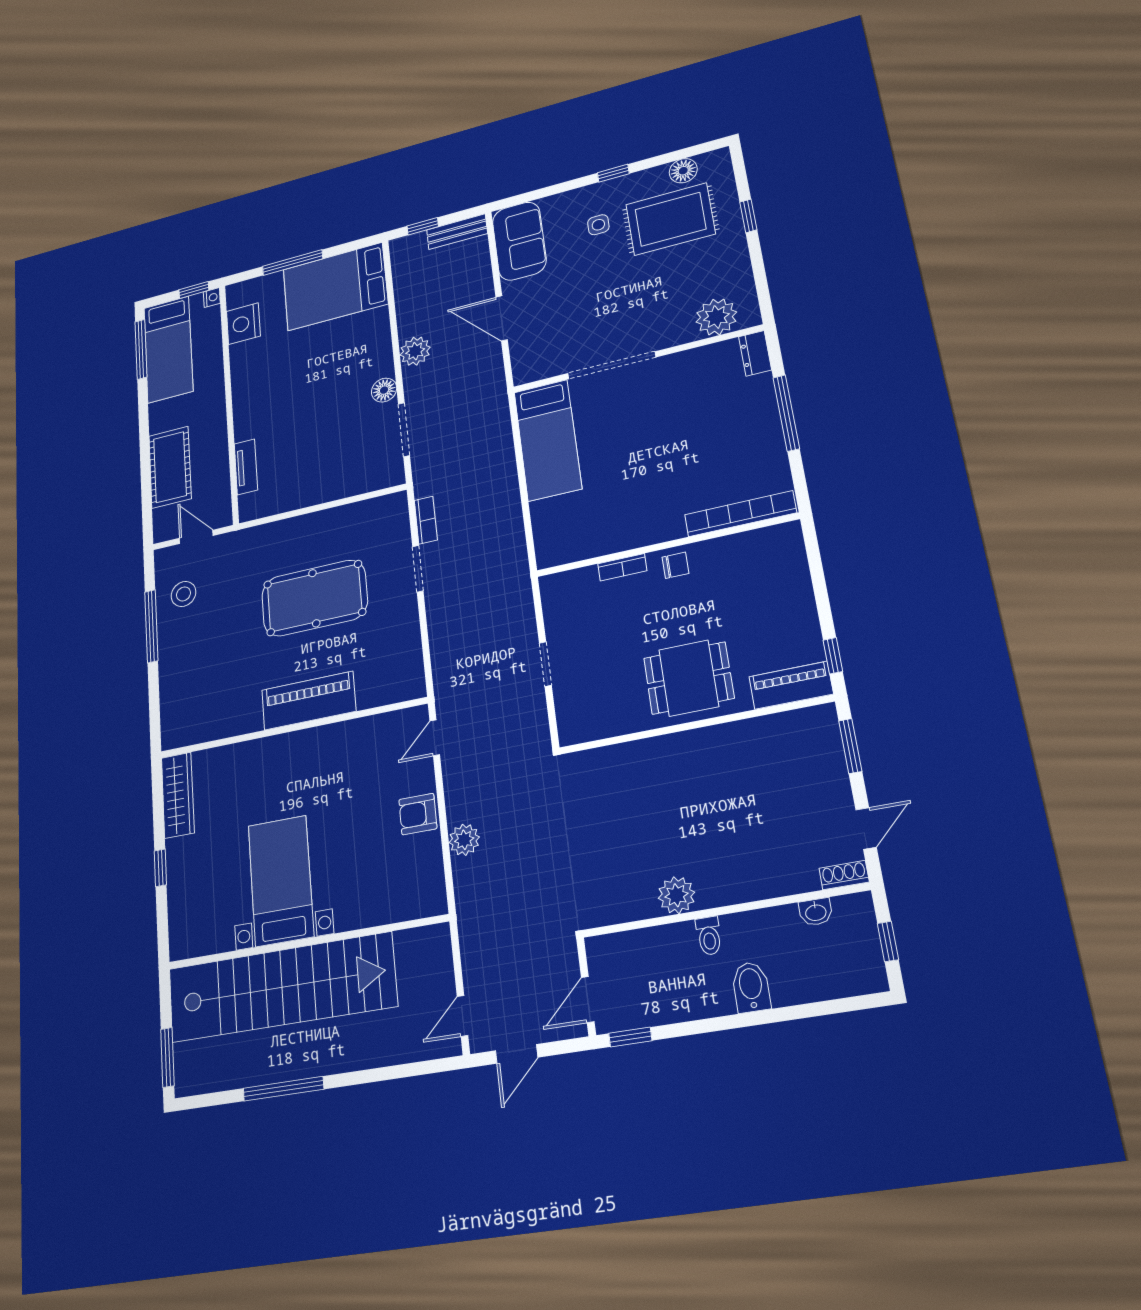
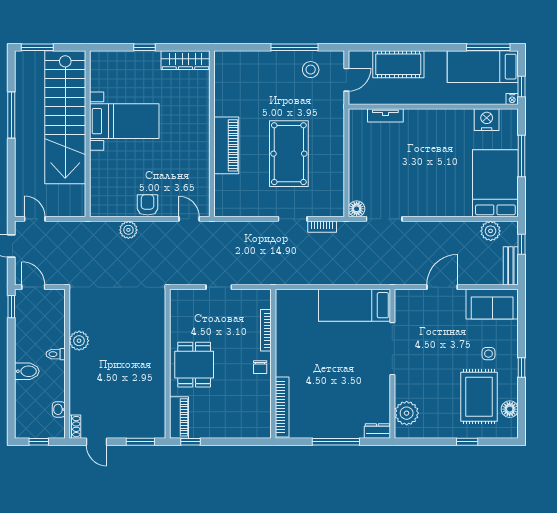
plant: (415, 351) -> (491, 231), moved
floor lamp: (384, 390) -> (357, 209), moved
bookcase: (622, 567) -> (266, 330), width x1.56

